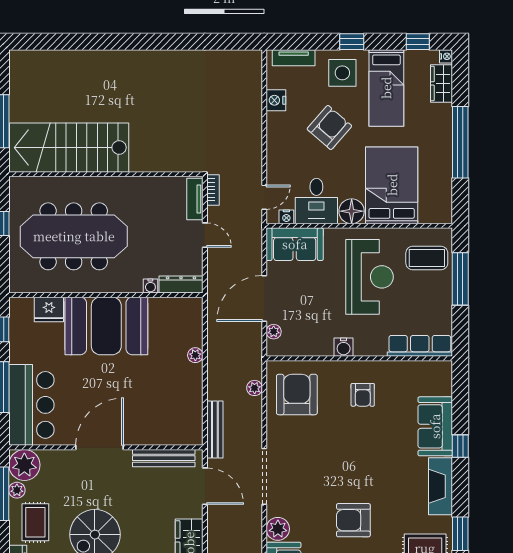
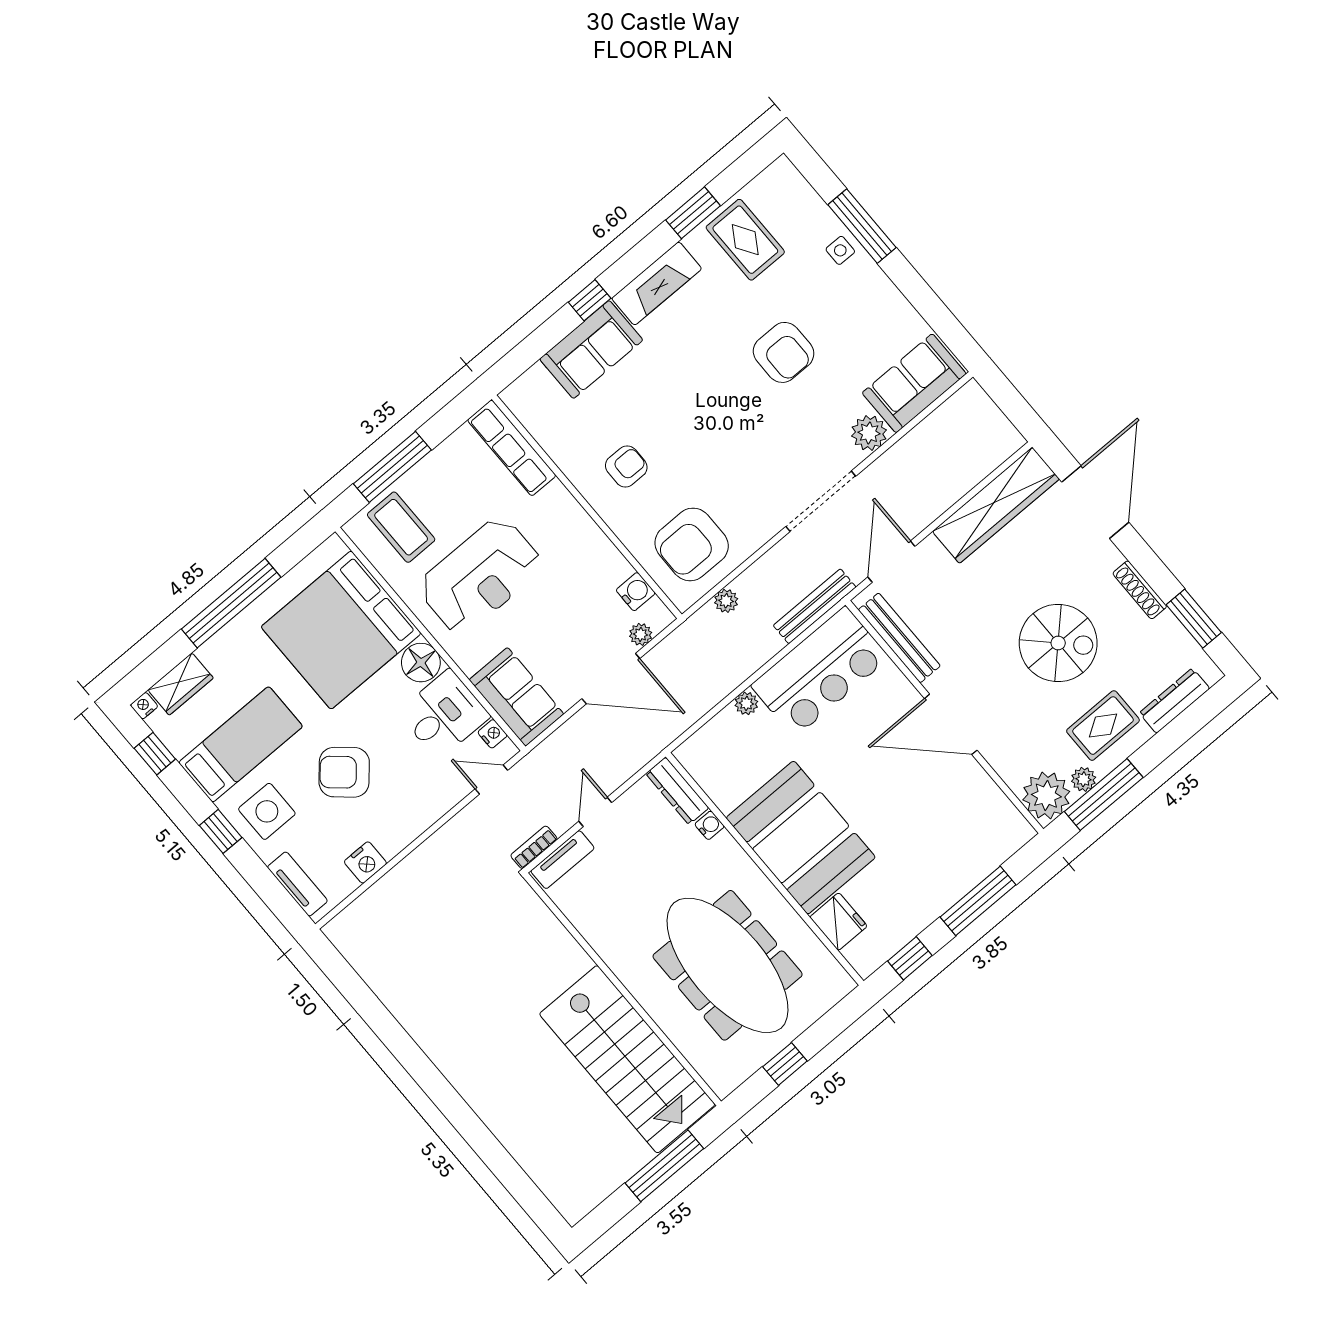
bed: (392, 185) -> (341, 630), width x1.36
reception desk: (370, 277) -> (480, 576), turned 180
water cooler: (344, 347) -> (636, 592), moved
bar counter: (31, 405) -> (820, 672), moved, turned 180

